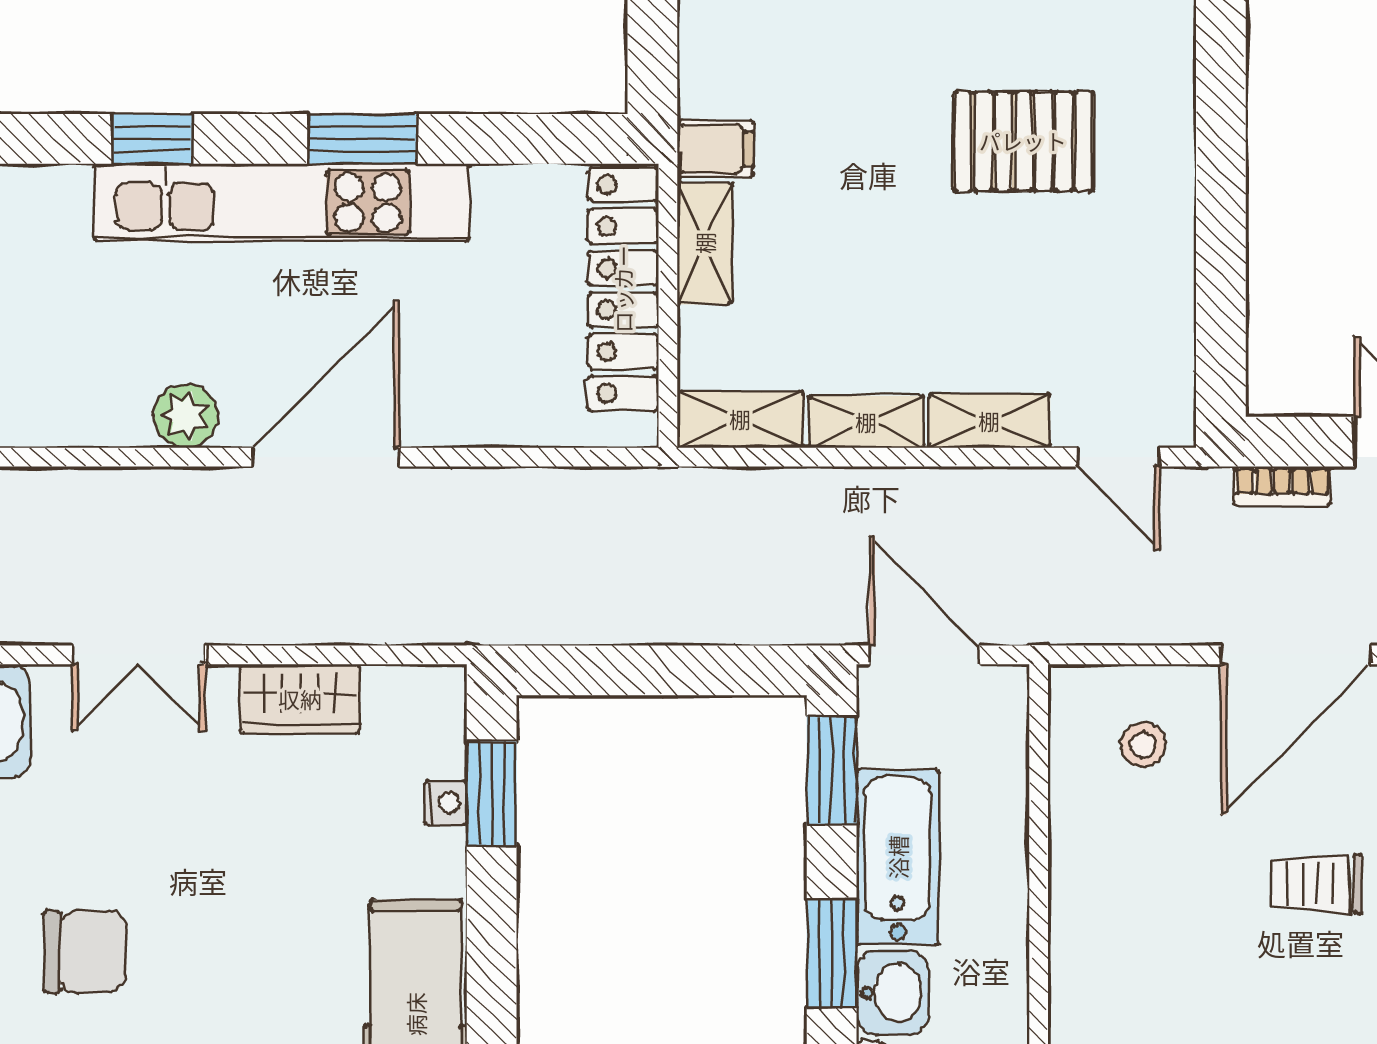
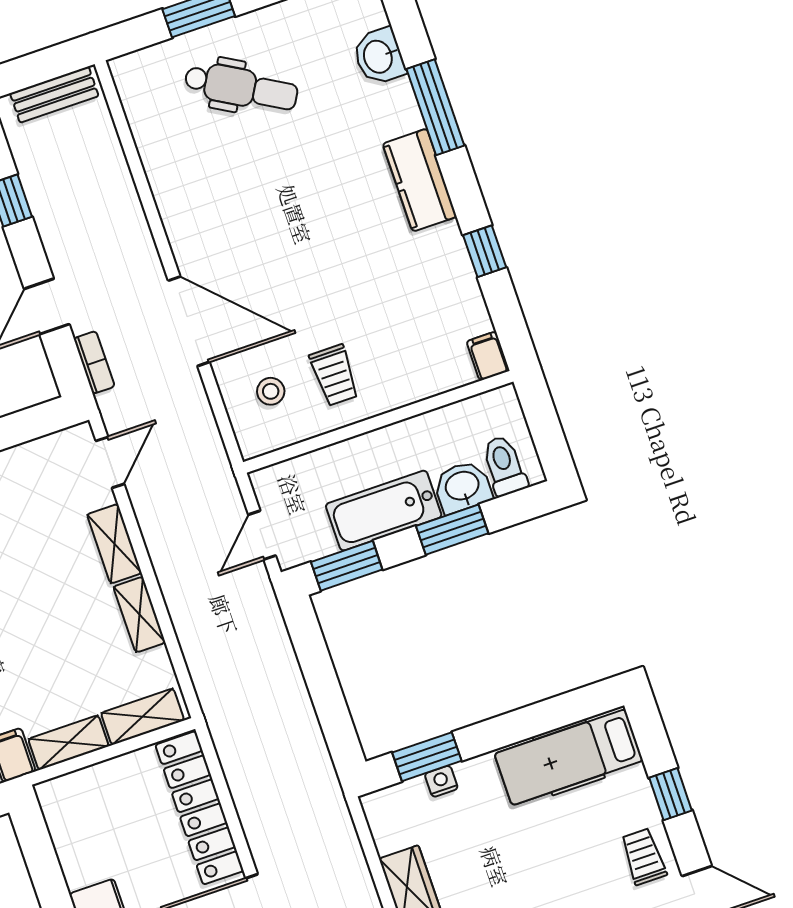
locker: (623, 289) -> (200, 808), moved, turned 90
shelving: (740, 419) -> (143, 717), moved, turned 90
door: (924, 655) -> (262, 535), width x0.73
trolley: (1317, 884) -> (334, 375), moved

